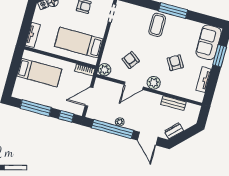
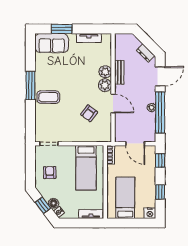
armchair: (175, 63) -> (80, 70), removed
plant: (105, 70) -> (105, 72), moved
nightstand: (18, 92) -> (150, 213), added
bench: (173, 103) -> (119, 72), moved
window: (36, 108) -> (160, 192), width x0.46

